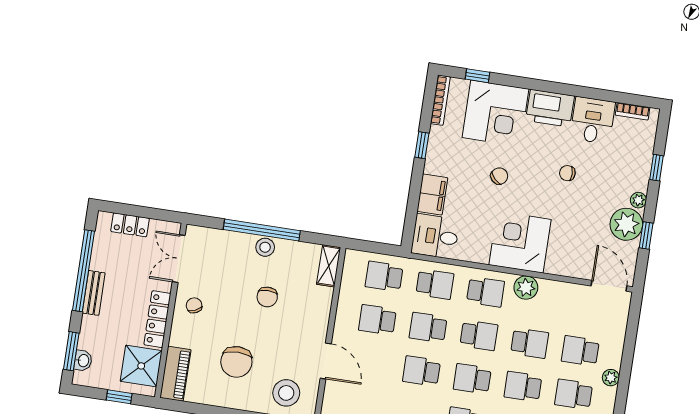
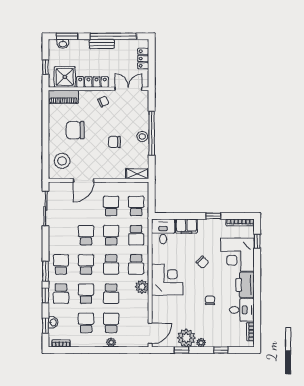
plant: (611, 378) -> (111, 342), moved

